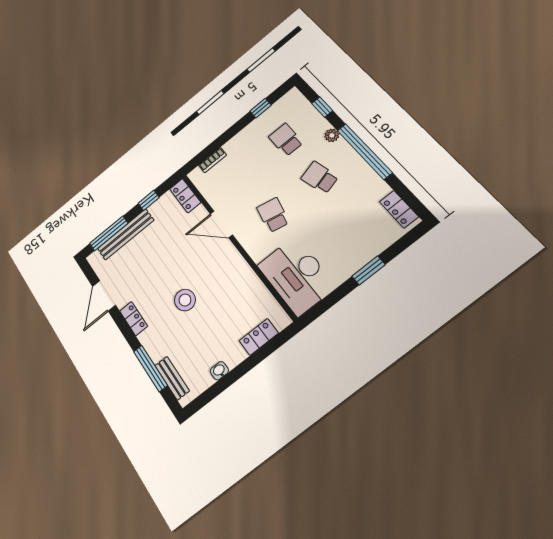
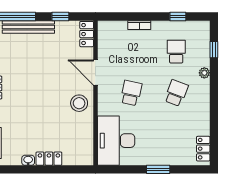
window: (364, 151) -> (214, 99), removed
bookcase: (213, 160) -> (139, 25), moved
school desk: (320, 178) -> (176, 93), turned 36
stool: (185, 300) -> (79, 103), moved
locker: (259, 337) -> (49, 159), moved

